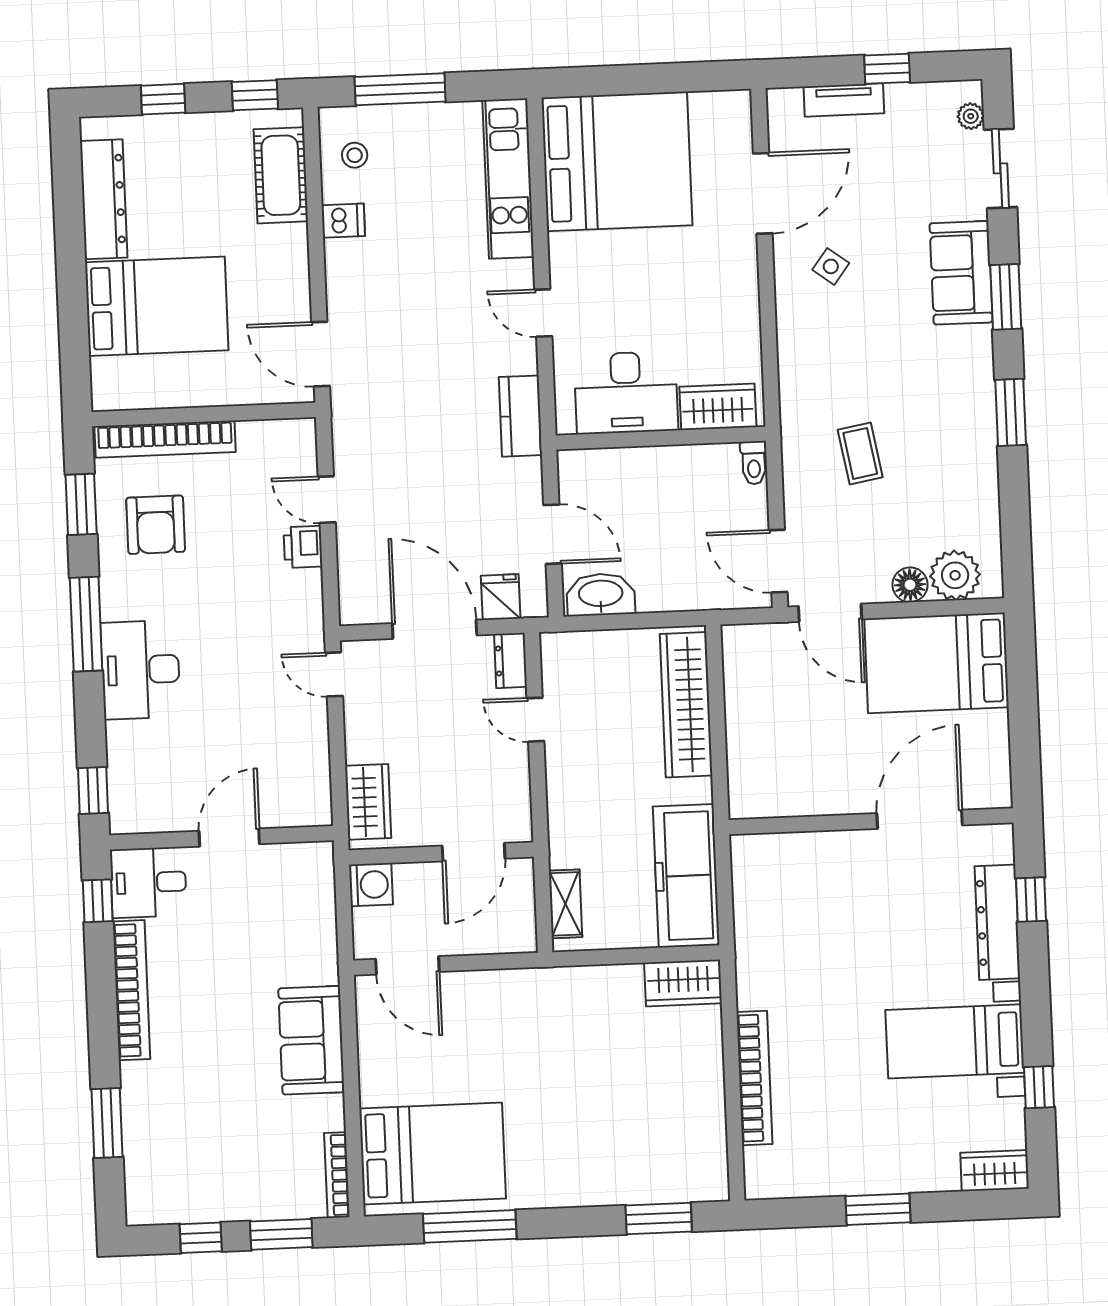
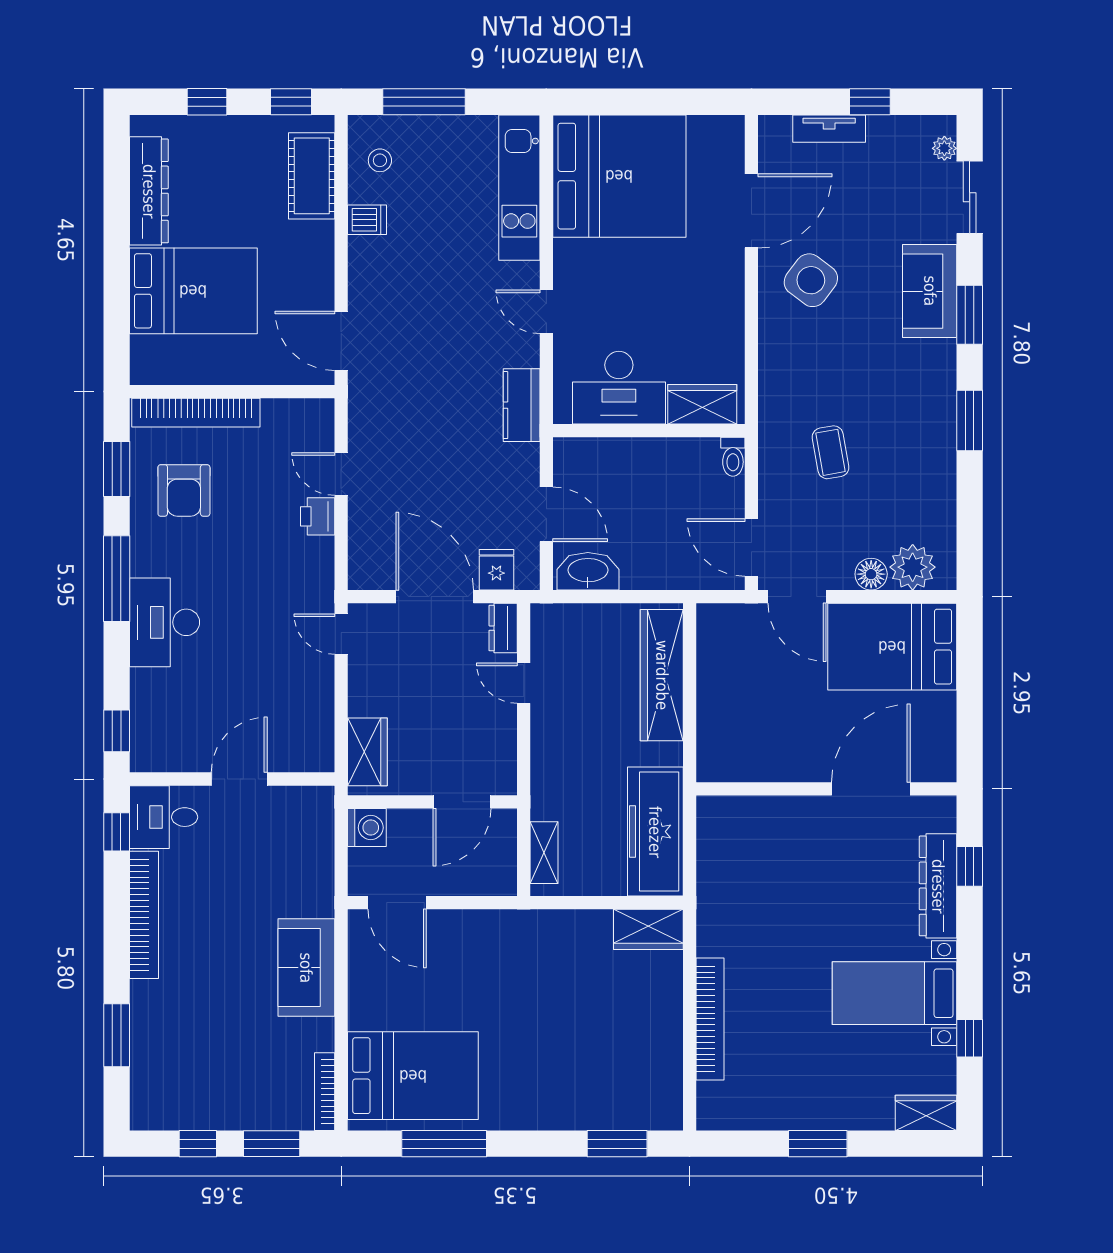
side table: (831, 266) -> (811, 280), width x1.87, depth x1.87

